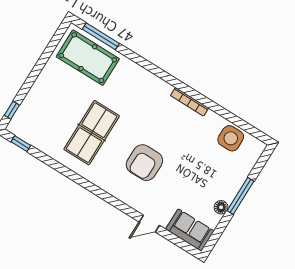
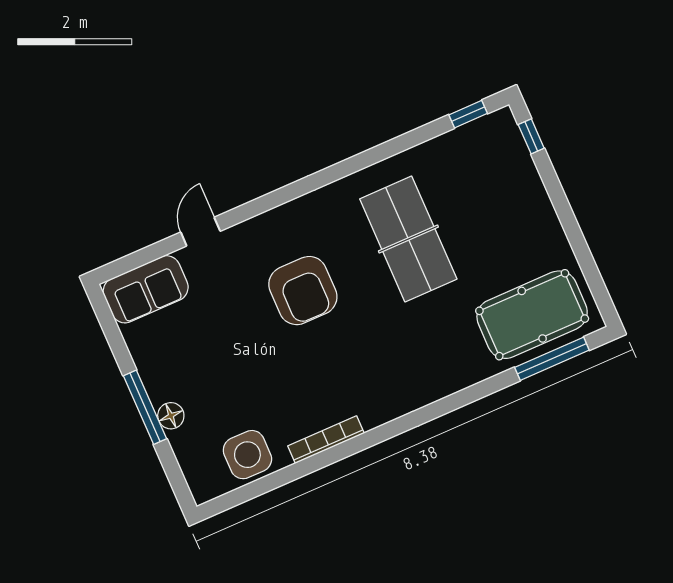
bookcase: (190, 102) -> (326, 440), moved
armchair: (144, 163) -> (303, 291), turned 180
floor lamp: (221, 207) -> (171, 416), moved

